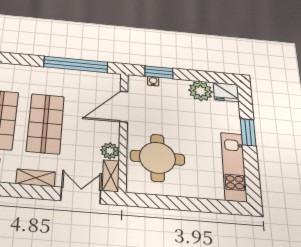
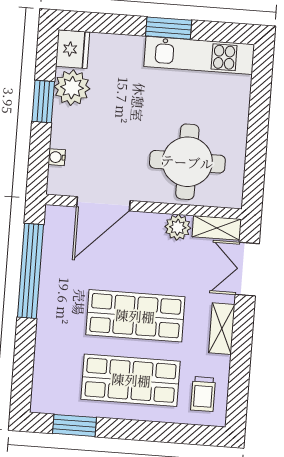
window: (159, 72) -> (43, 102), moved
door: (124, 107) -> (103, 204), hinge flipped
window: (248, 132) -> (169, 28), moved

